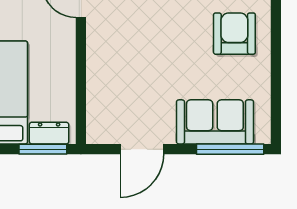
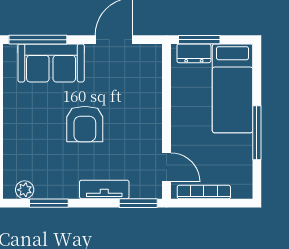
armchair: (234, 34) -> (85, 124), moved

